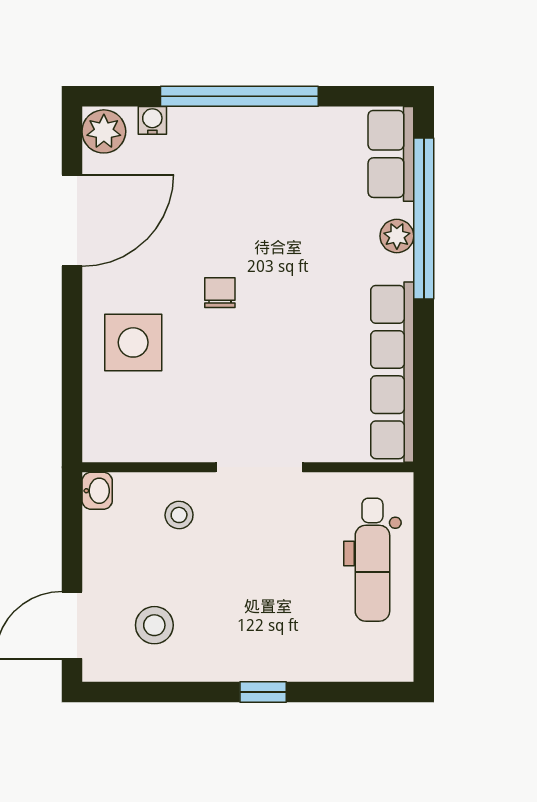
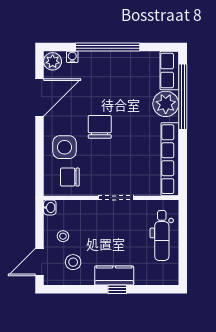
plant: (397, 236) -> (166, 104), width x1.88, depth x1.88
chair: (220, 293) -> (100, 127), width x1.87, depth x1.87
chair: (146, 416) -> (70, 177), added
stool: (179, 515) -> (63, 236), moved
kitchen counter: (255, 658) -> (114, 275), added

